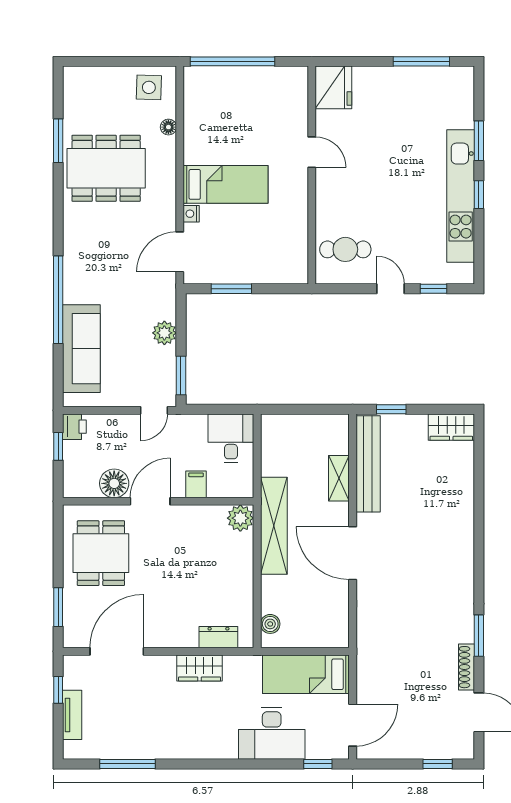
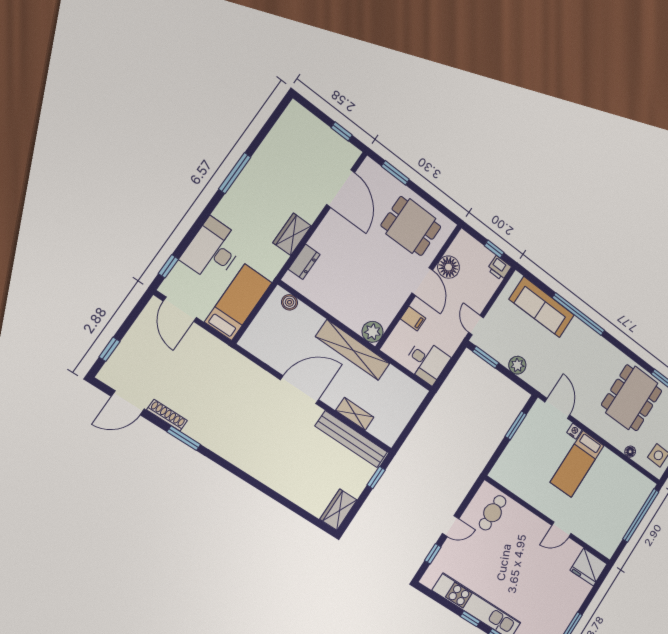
tv unit: (72, 715) -> (319, 128), removed
window: (128, 764) -> (235, 173), moved

